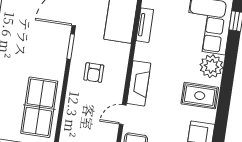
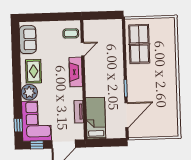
armchair: (94, 73) -> (107, 74), removed
rug: (200, 96) -> (34, 71), turned 90

